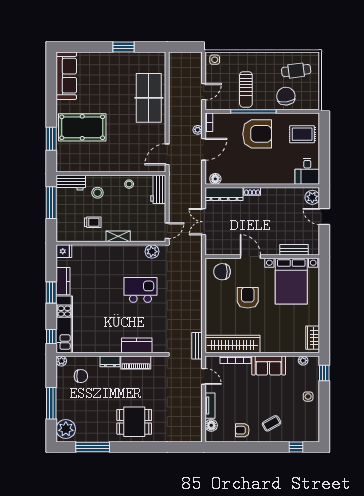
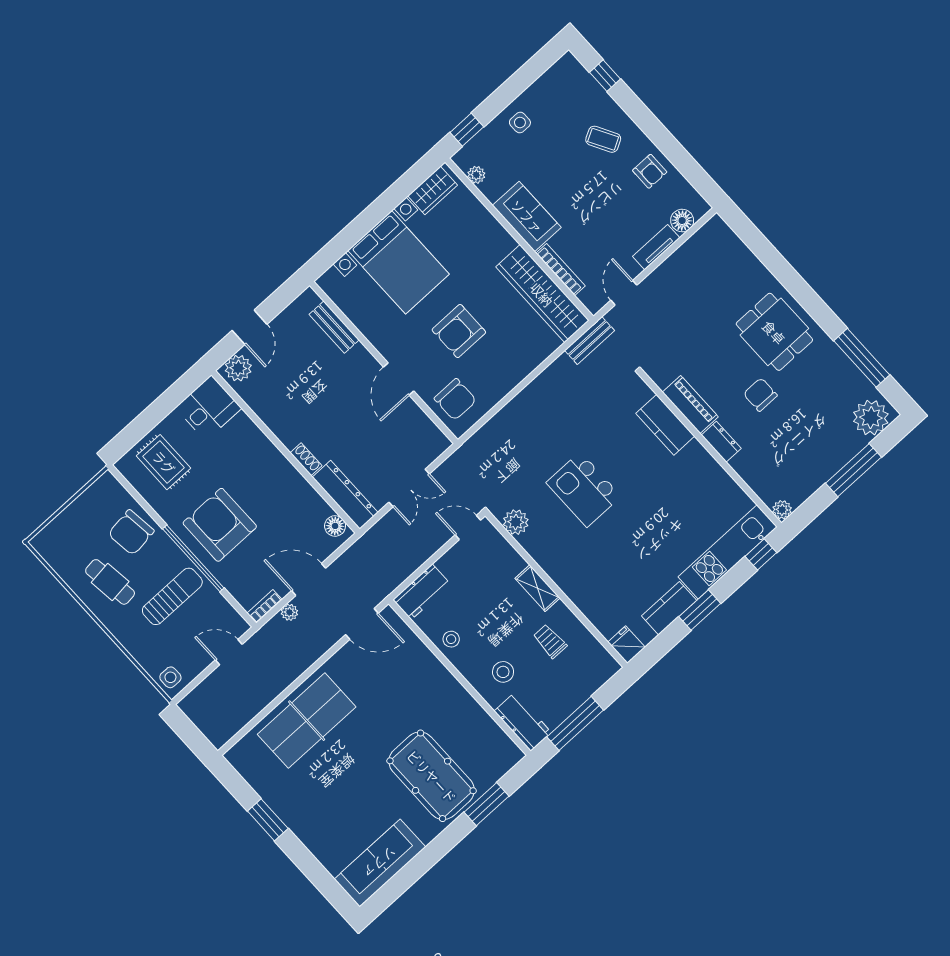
cafe table: (296, 71) -> (110, 582), moved
bed with nightstands: (291, 281) -> (399, 262), moved, turned 90
chair: (81, 376) -> (760, 395), moved

